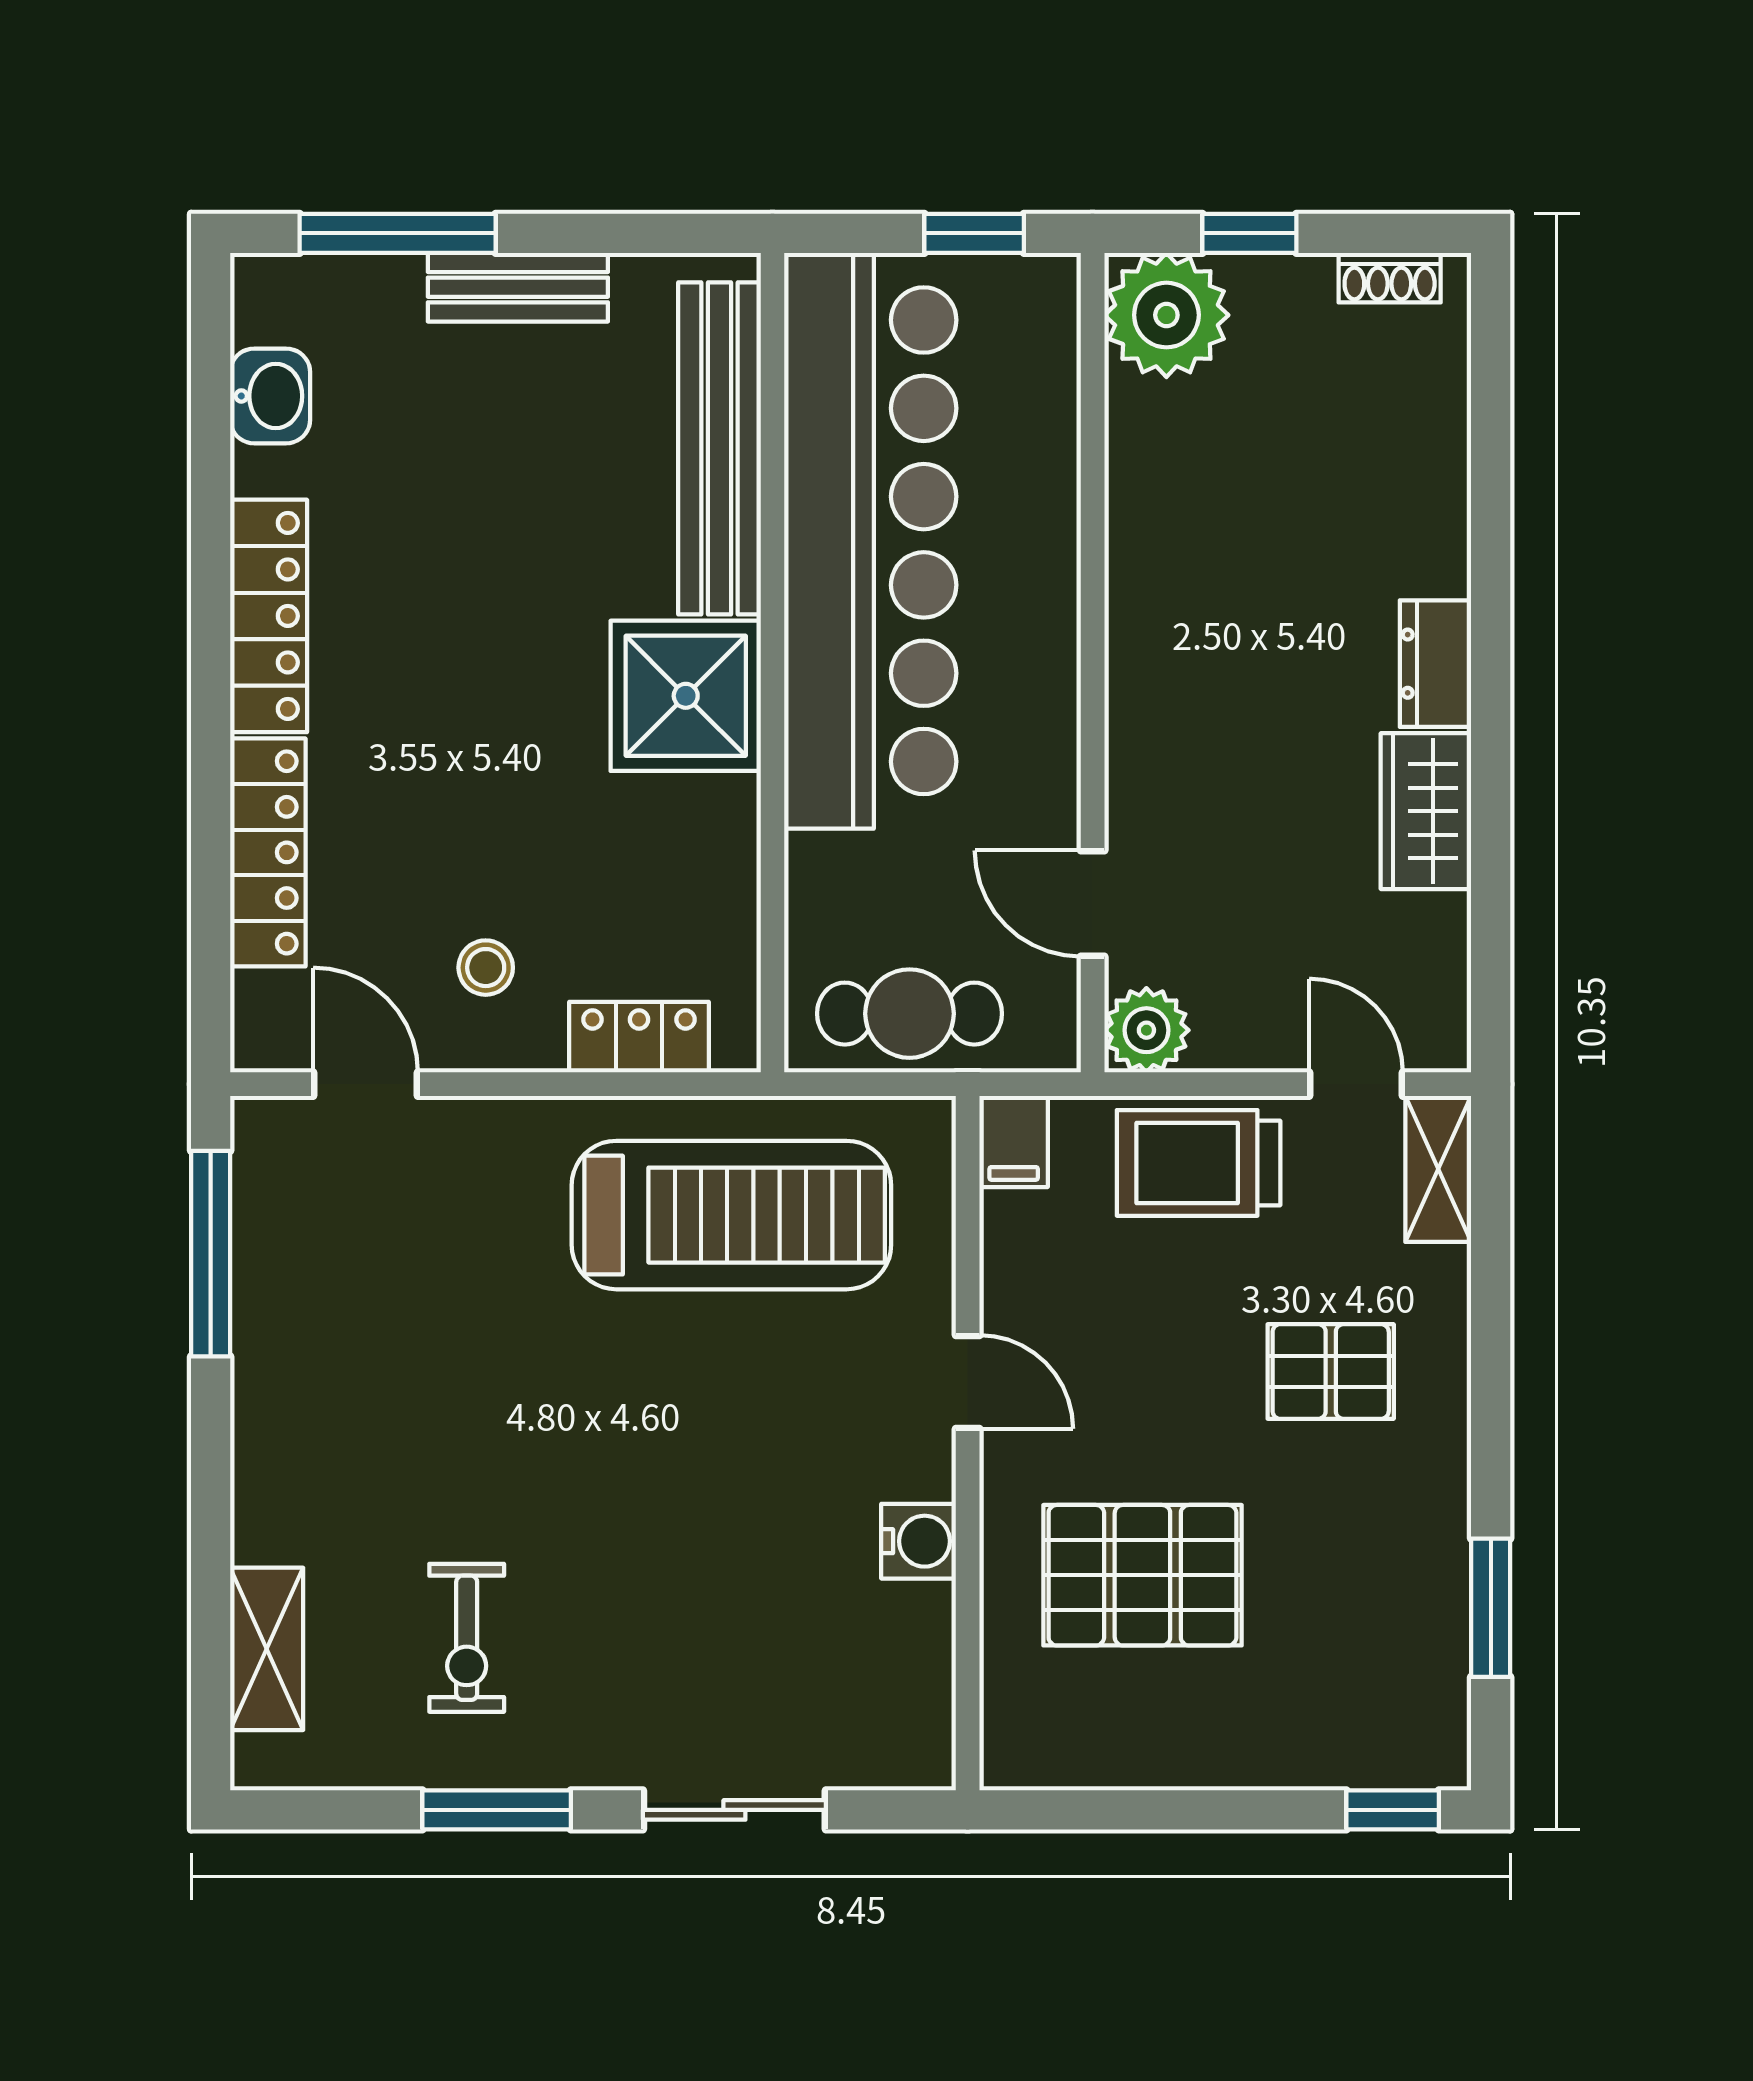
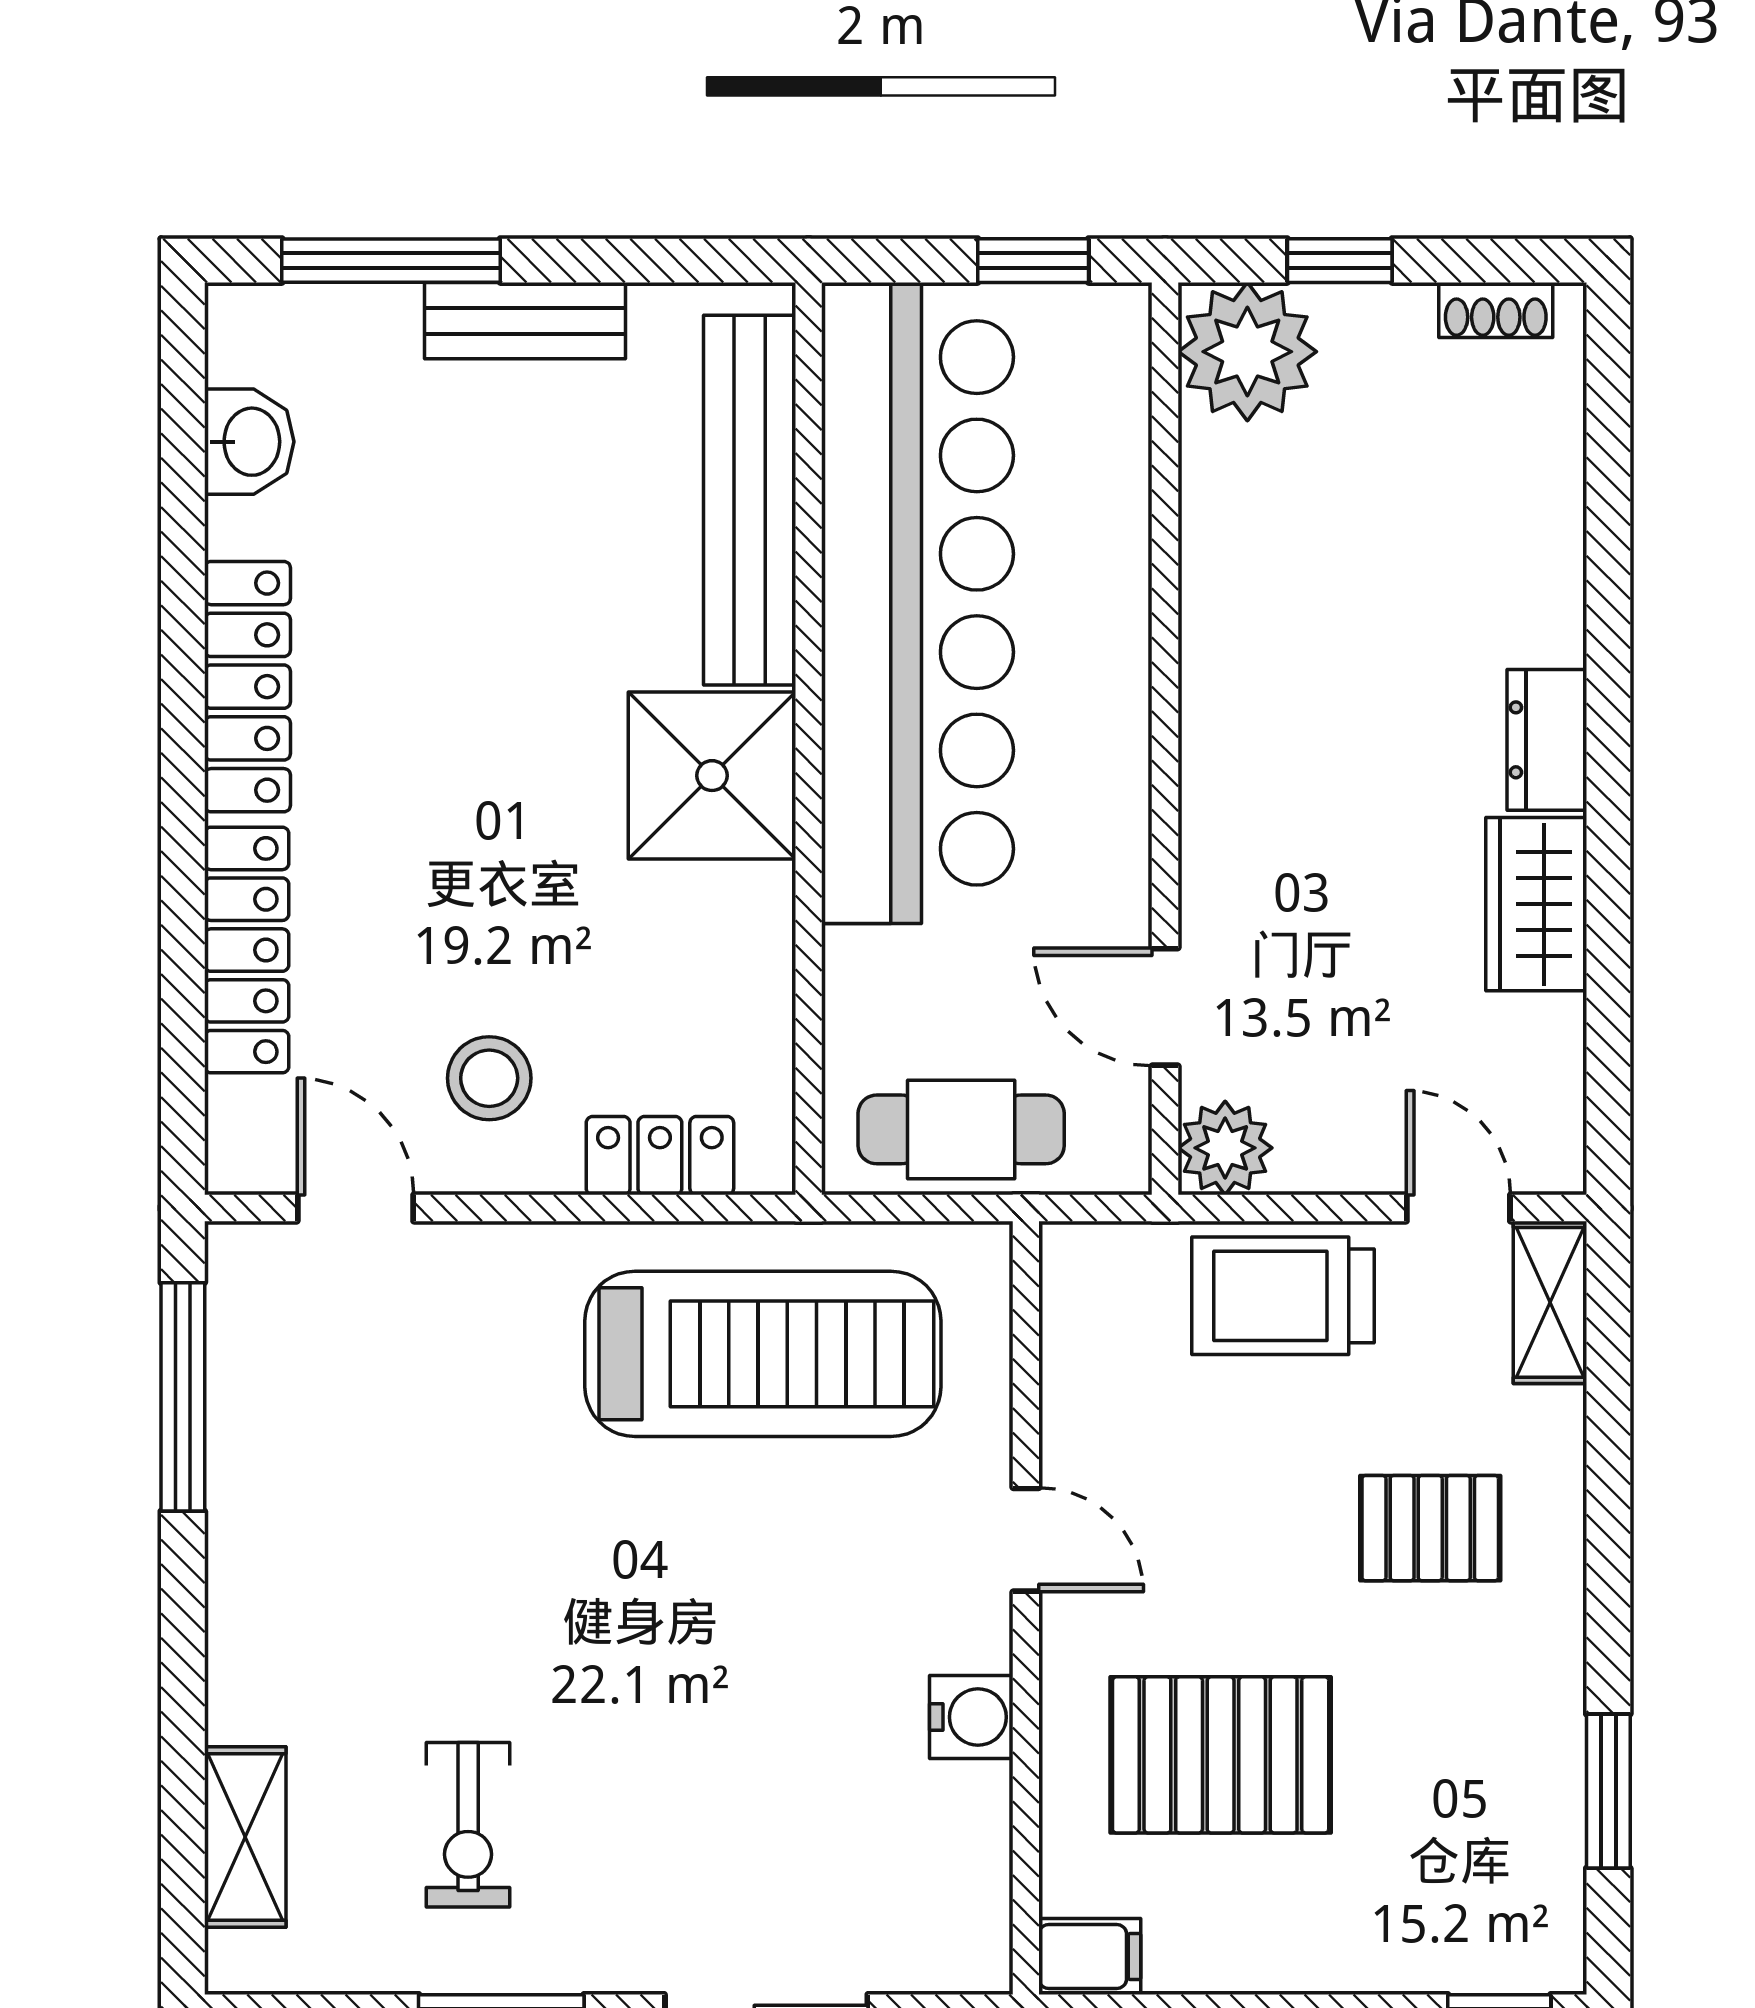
stool: (486, 968) -> (489, 1078), width x1.37, depth x1.37
filing cabinet: (1014, 1141) -> (1090, 1956), moved, turned -90

